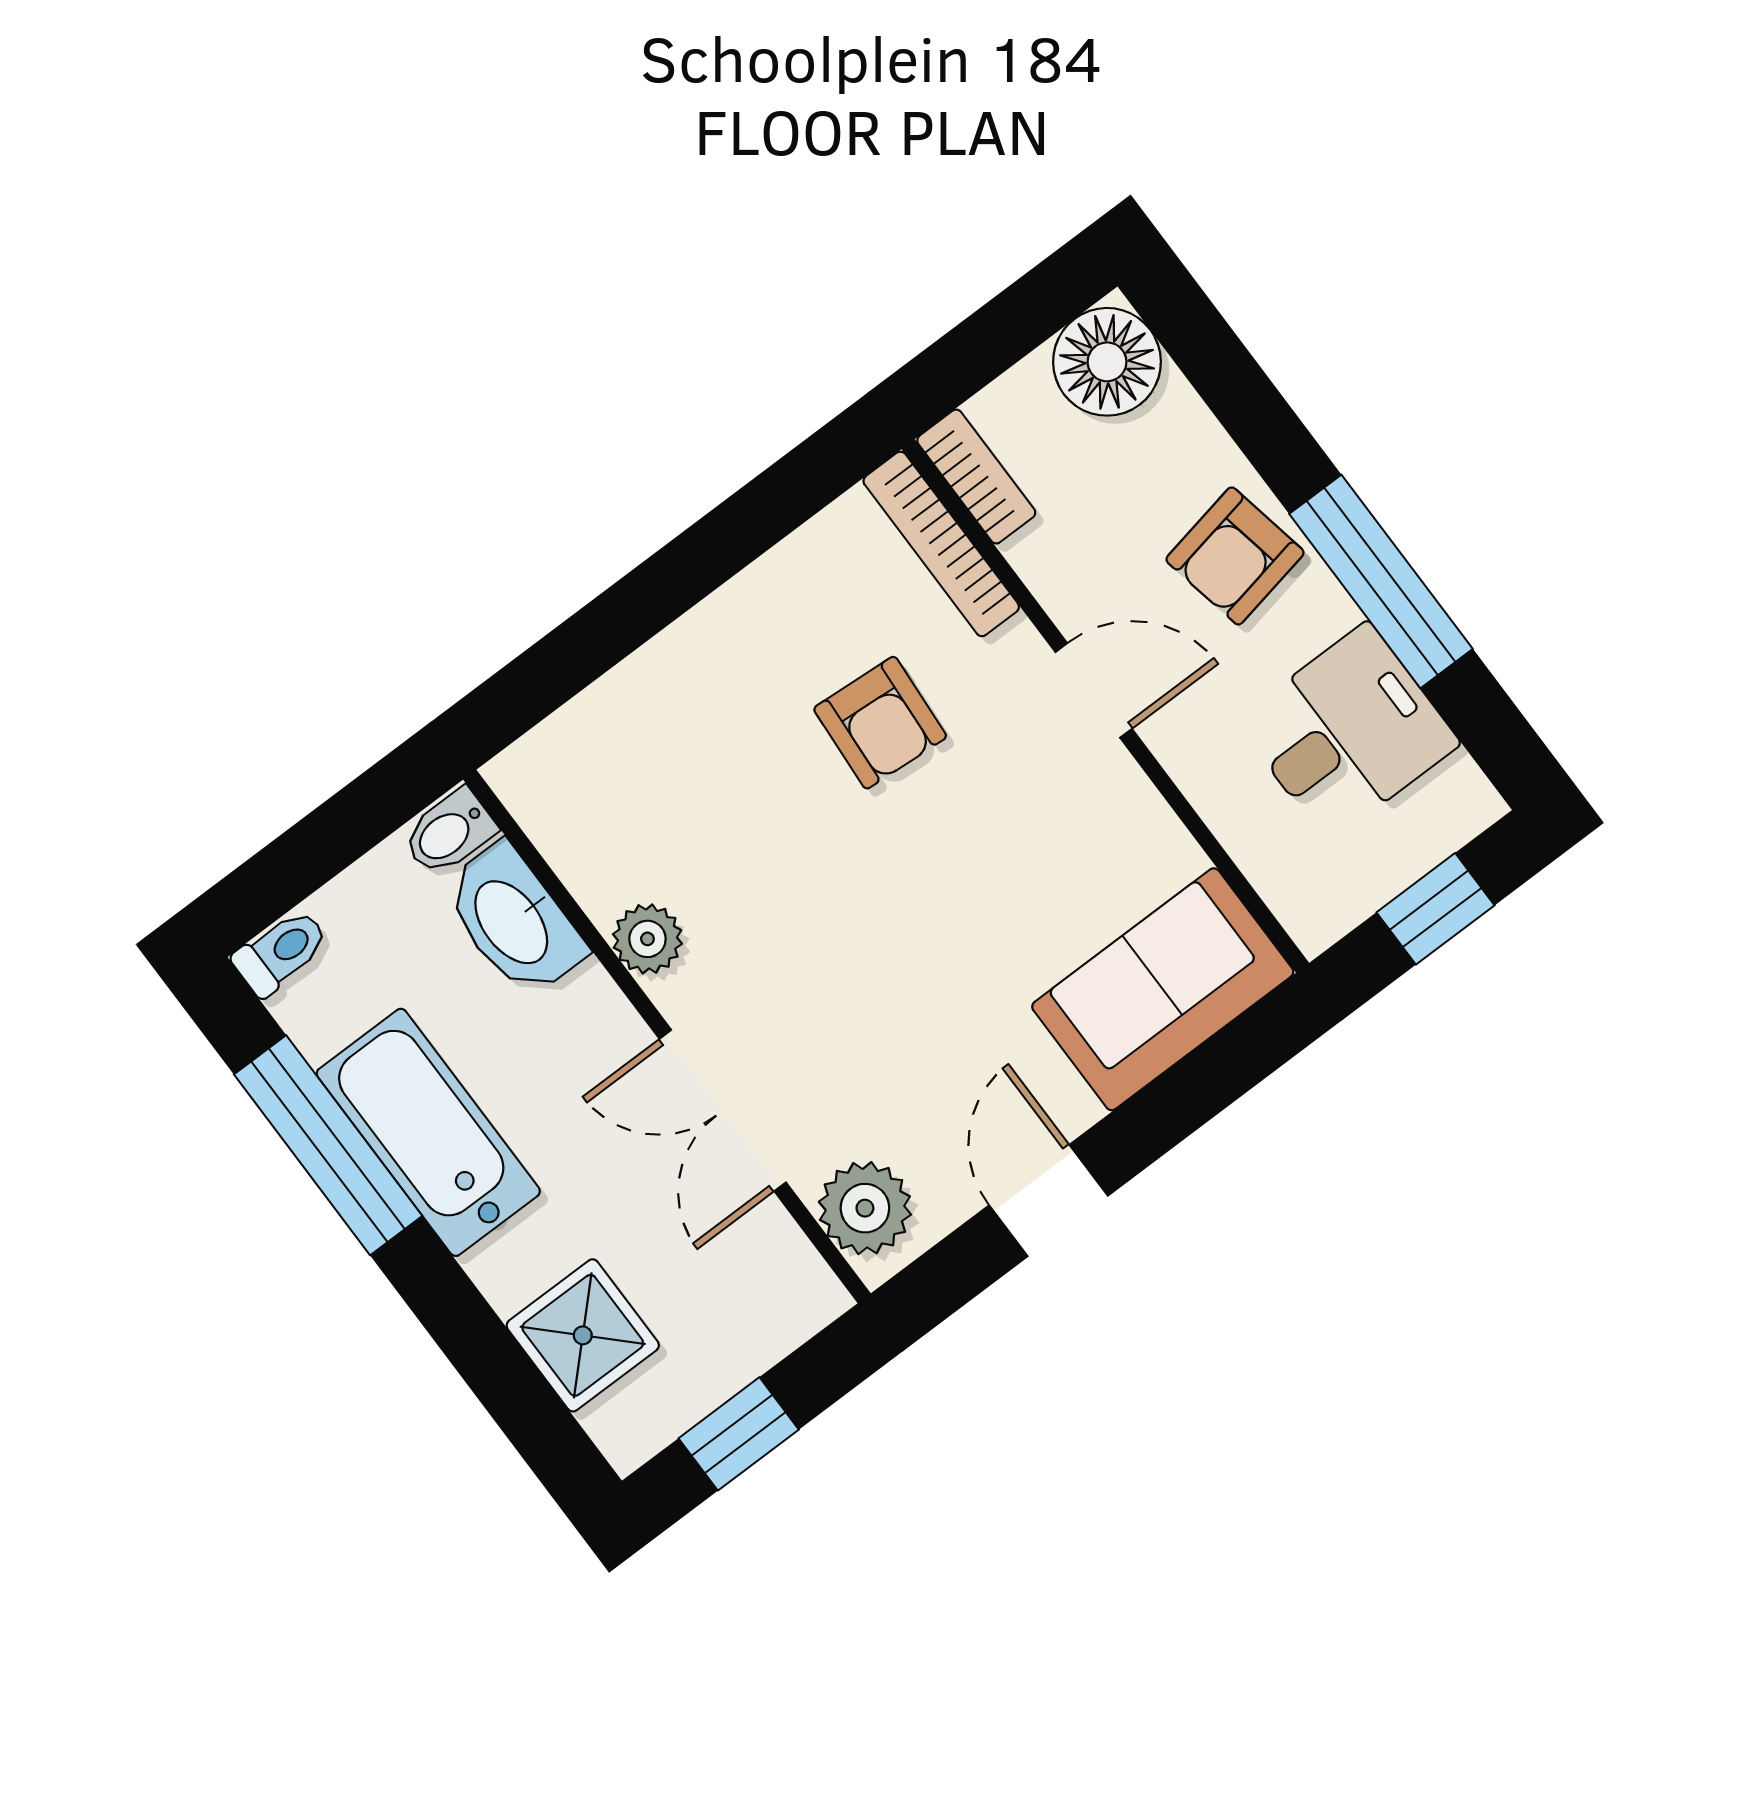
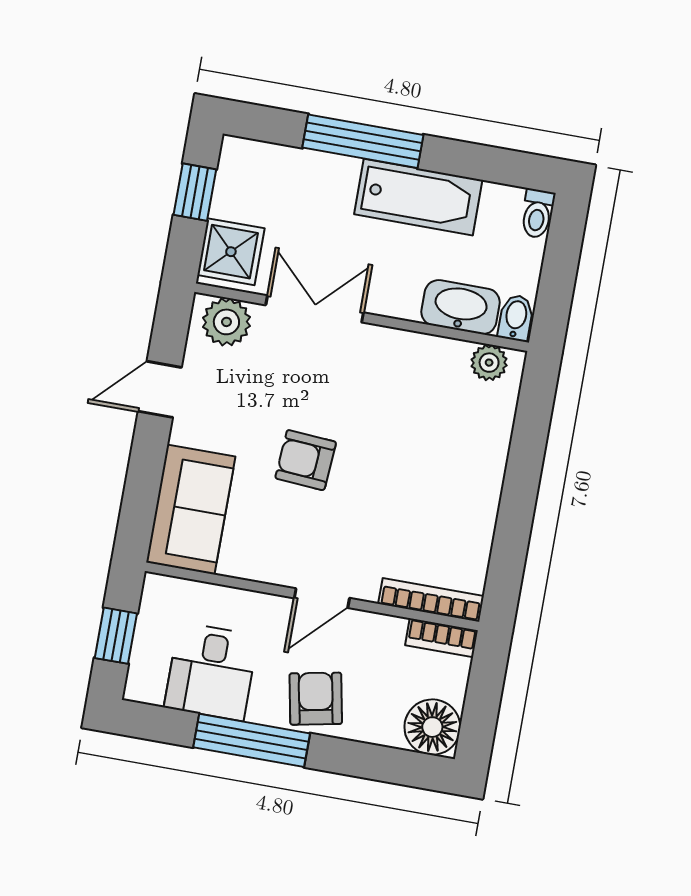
armchair: (880, 723) -> (306, 460), moved
plant: (647, 939) -> (489, 363), moved
window: (328, 1145) -> (363, 141), moved
door: (1048, 1200) -> (160, 389), swing flipped
shower: (583, 1335) -> (231, 252), moved

